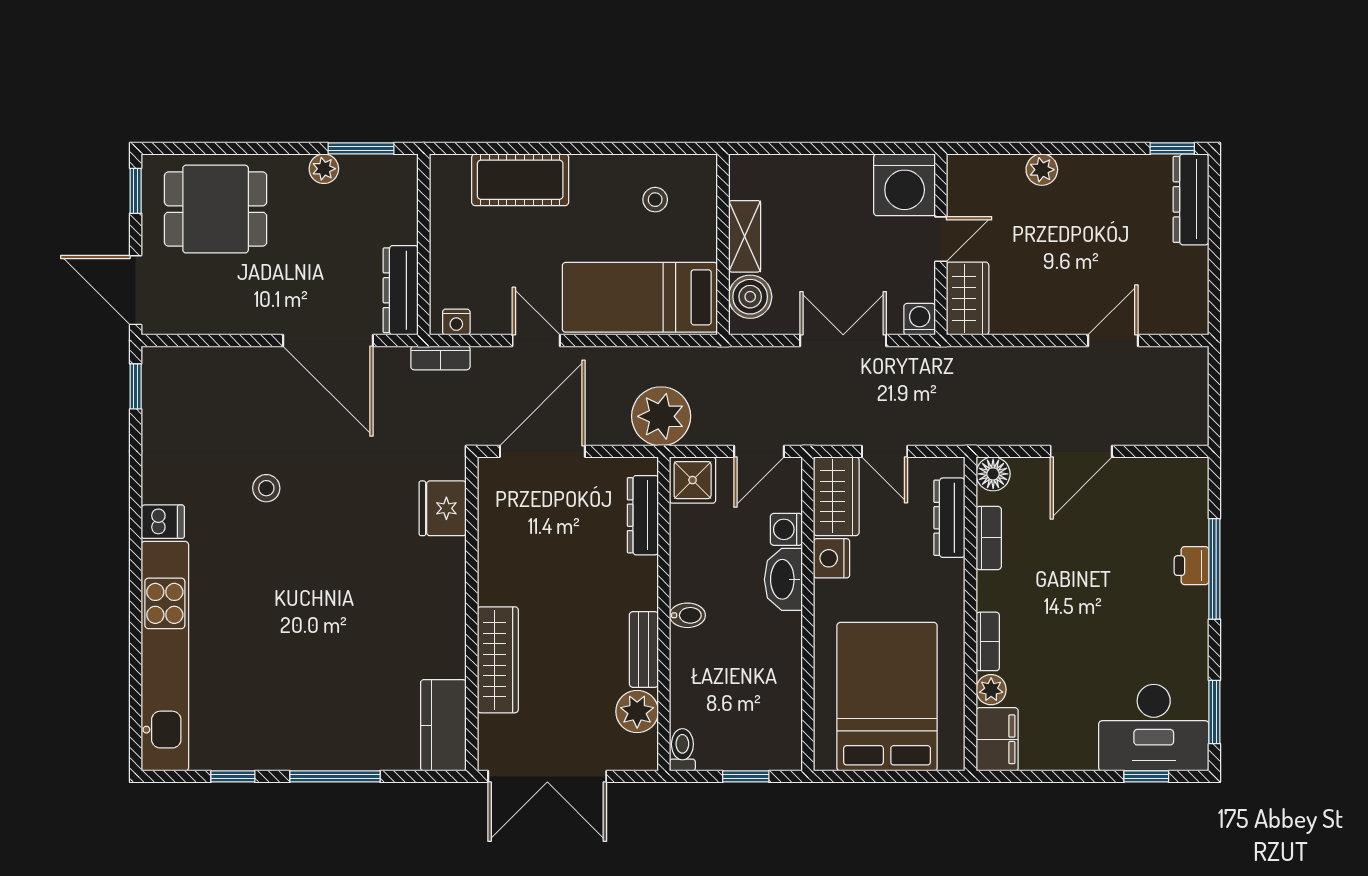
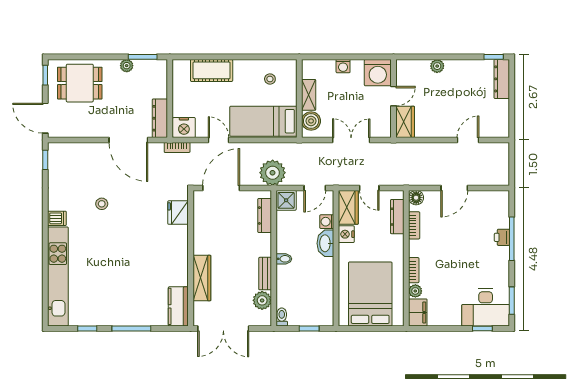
washing machine: (920, 319) -> (343, 66), moved, turned 180
nightstand: (456, 322) -> (184, 127), width x1.89, depth x1.79

